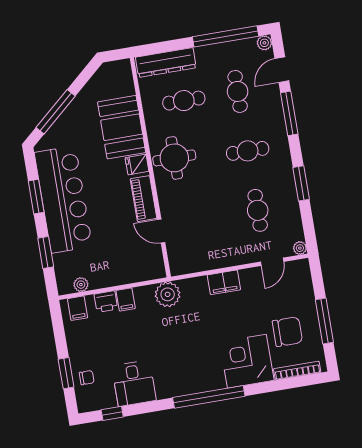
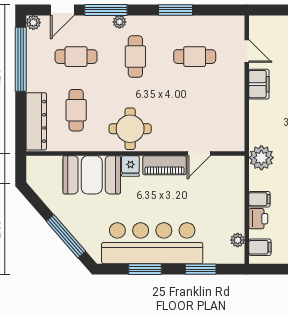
door: (282, 70) -> (62, 10), hinge flipped
plant: (300, 248) -> (120, 22), moved
filing cabinet: (224, 282) -> (259, 84), moved

